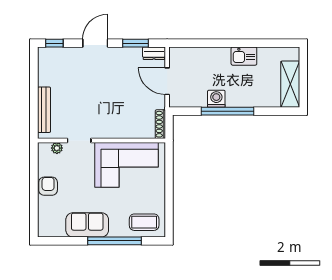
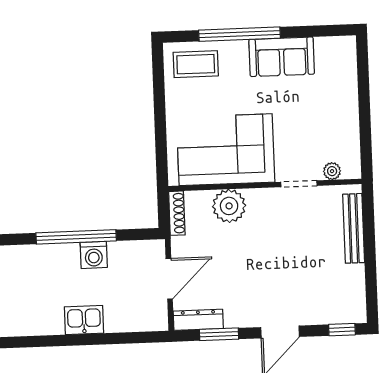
dresser: (154, 53) -> (198, 320), width x1.44
kitchen sink: (244, 56) -> (84, 320), moved
door: (167, 81) -> (169, 279), hinge flipped
plant: (126, 128) -> (229, 206), added
armchair: (48, 186) -> (343, 113), removed

